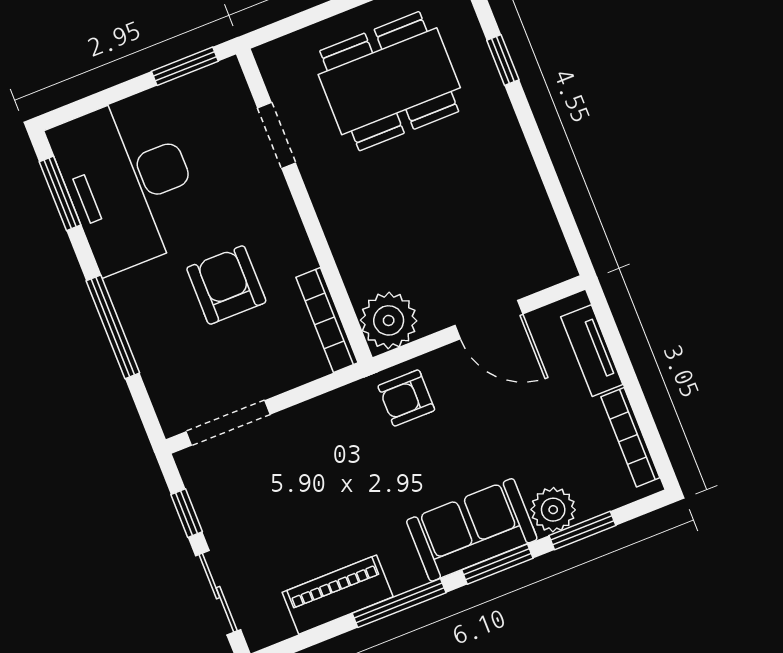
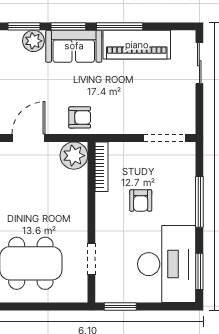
armchair: (226, 285) -> (141, 200), width x0.72, depth x0.72
door: (489, 320) -> (28, 138), hinge flipped
window: (187, 513) -> (199, 105), removed
piano: (338, 595) -> (137, 45), width x1.37, depth x1.33

